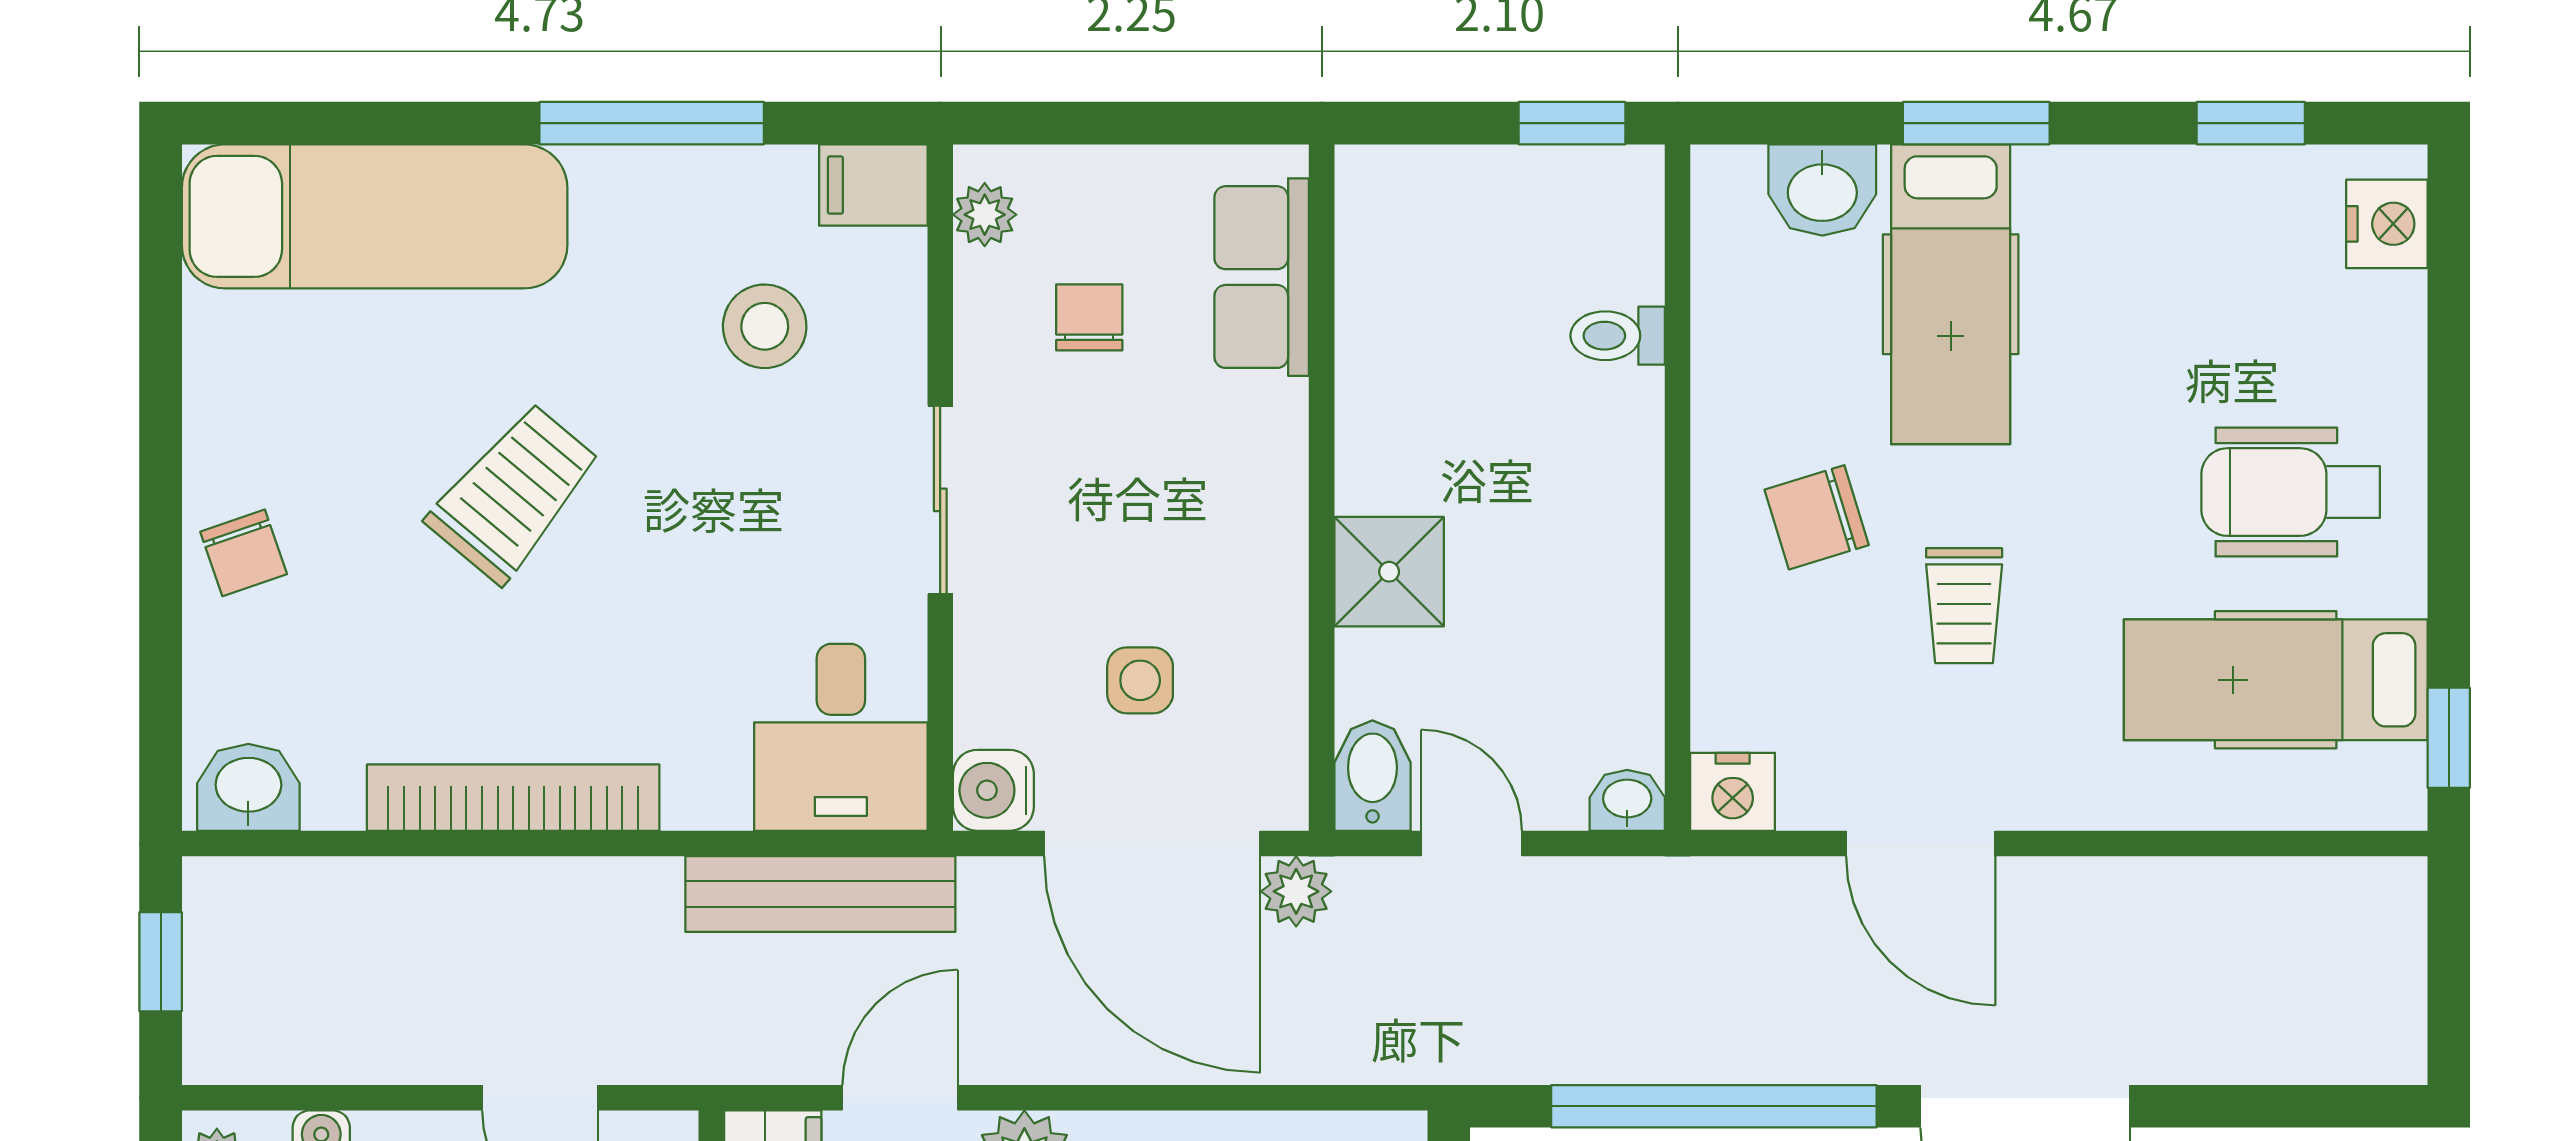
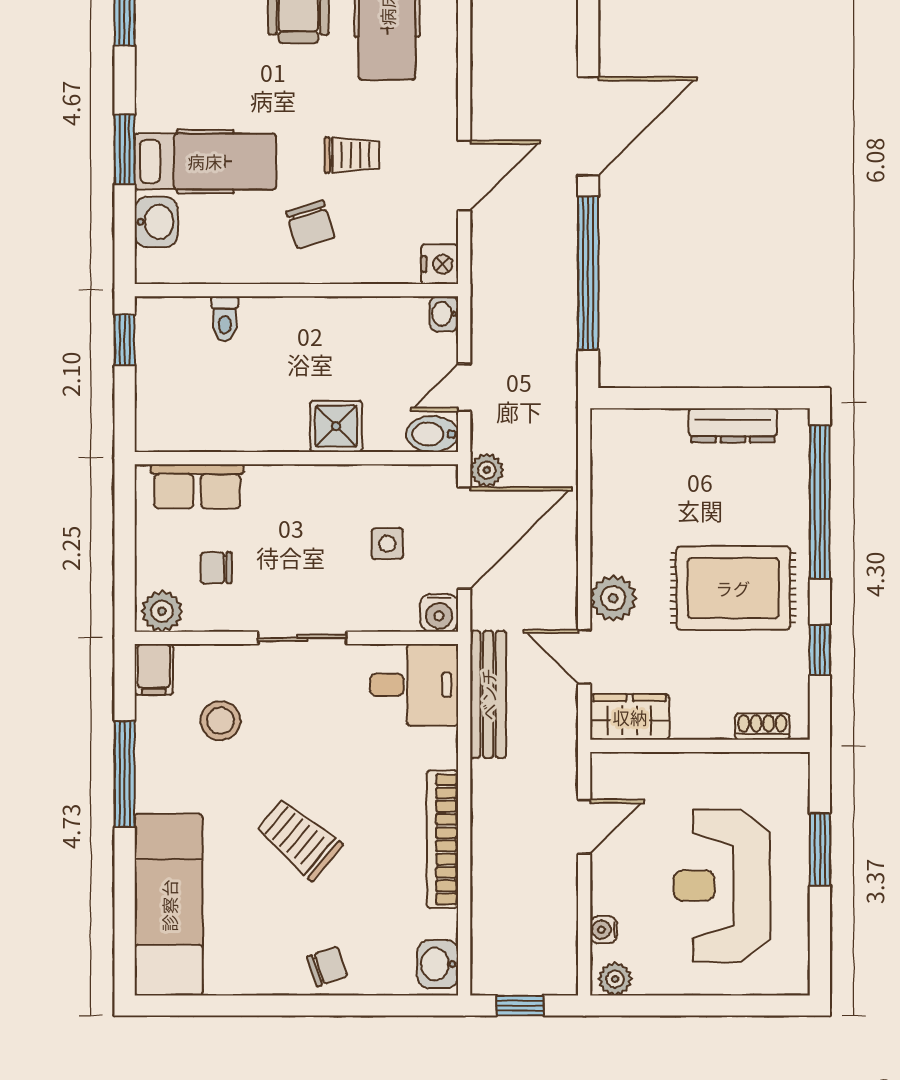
plant: (985, 215) -> (162, 611), width x1.38, depth x1.38

